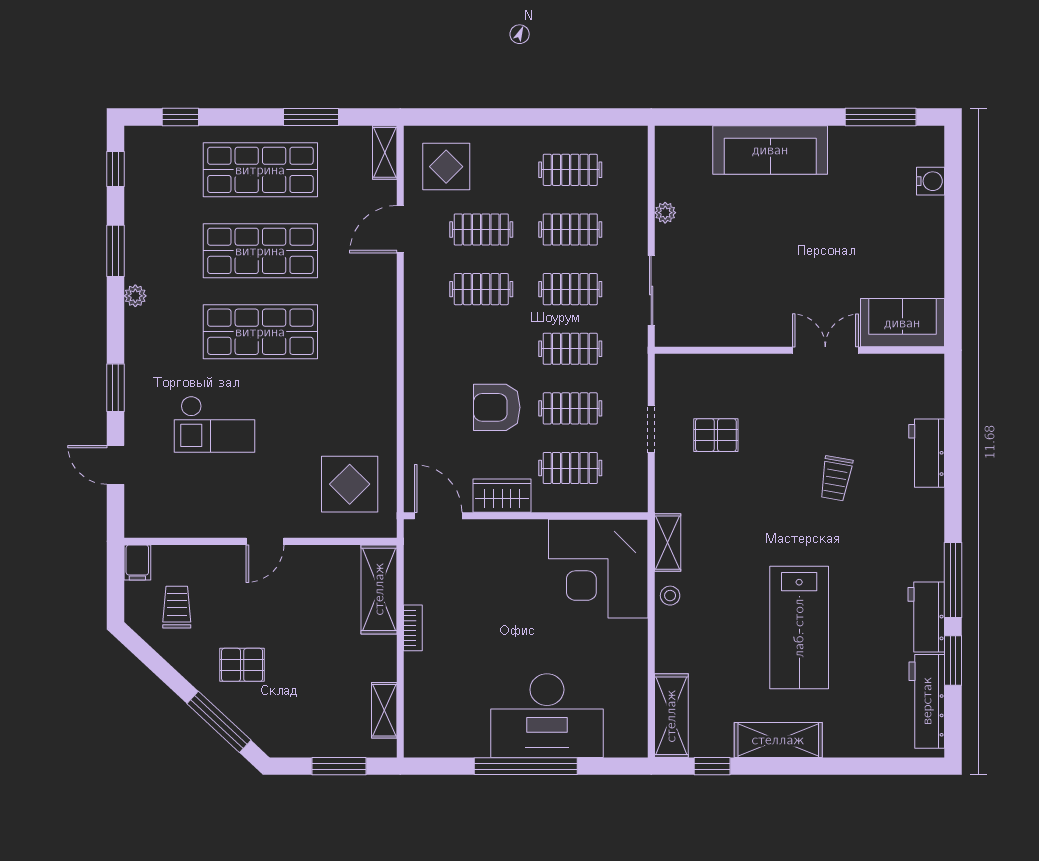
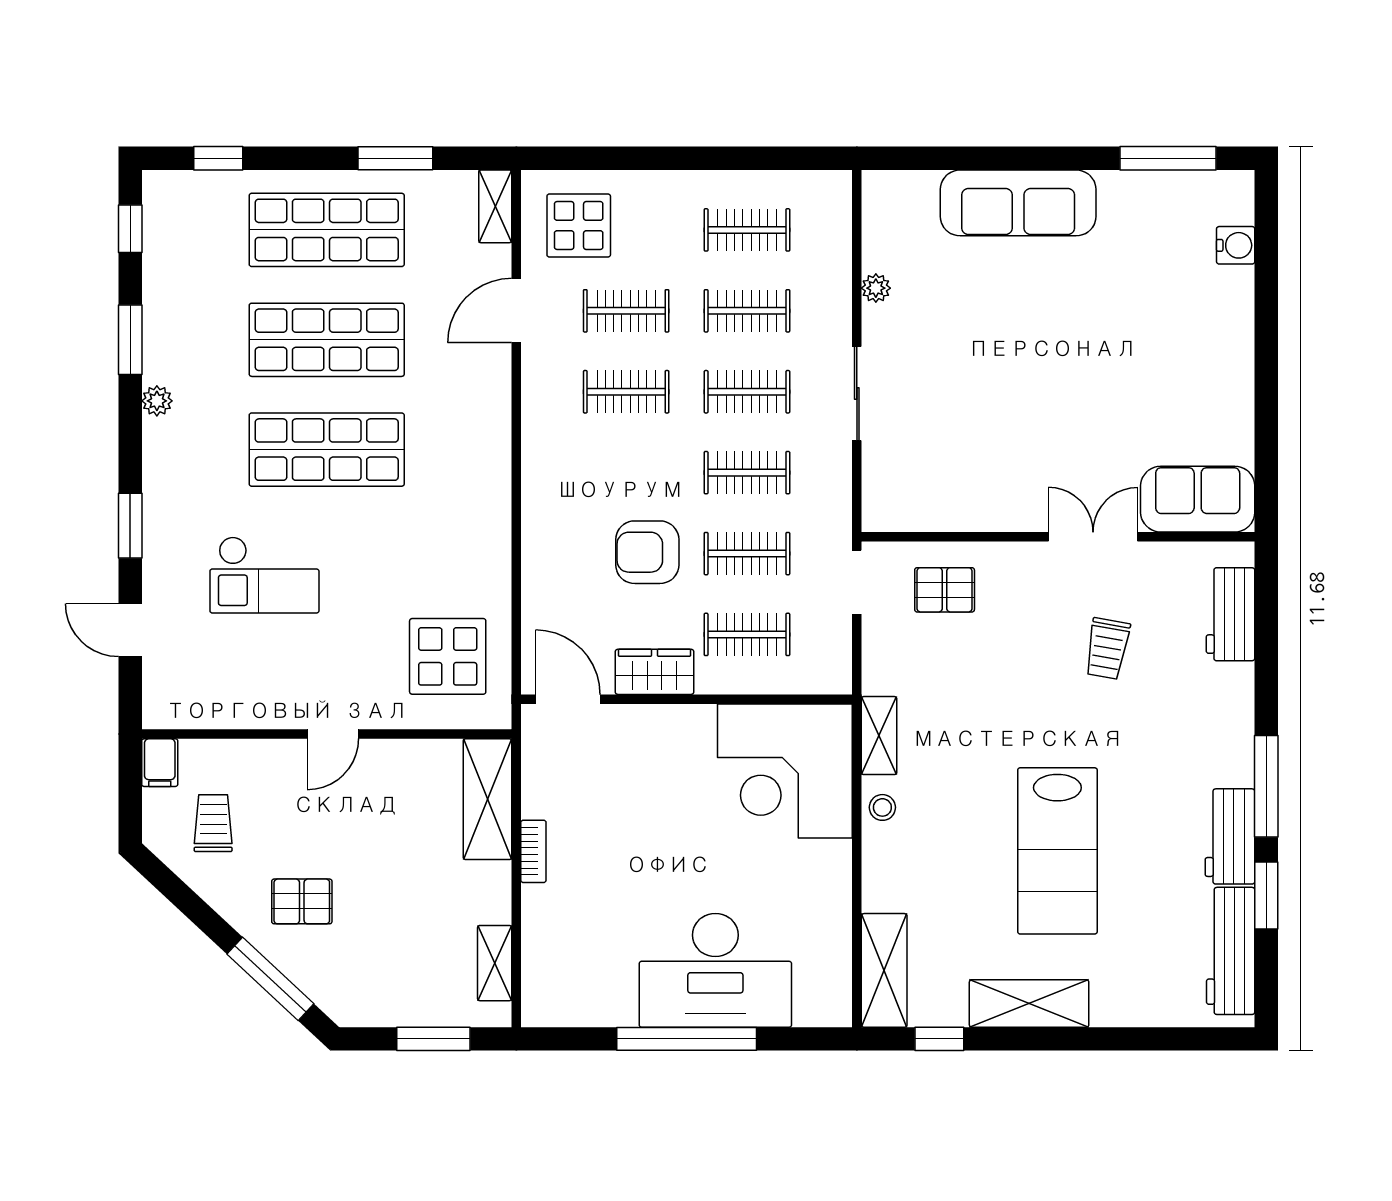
sofa: (902, 323) -> (1198, 499), moved
wall: (800, 350) -> (1058, 537), moved
double door: (825, 350) -> (1093, 537), moved

